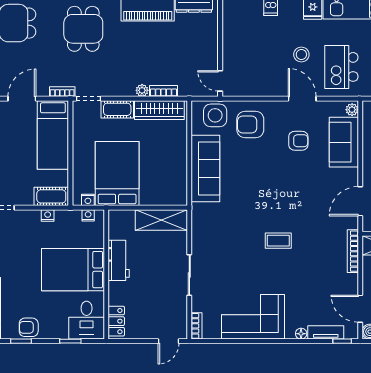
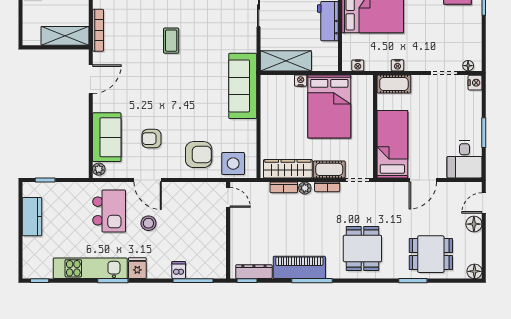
bookcase: (62, 92) -> (327, 187), moved
sofa: (205, 169) -> (243, 86), moved
nightstand: (88, 200) -> (301, 81), moved
coffee table: (278, 241) -> (171, 41), turned 90

